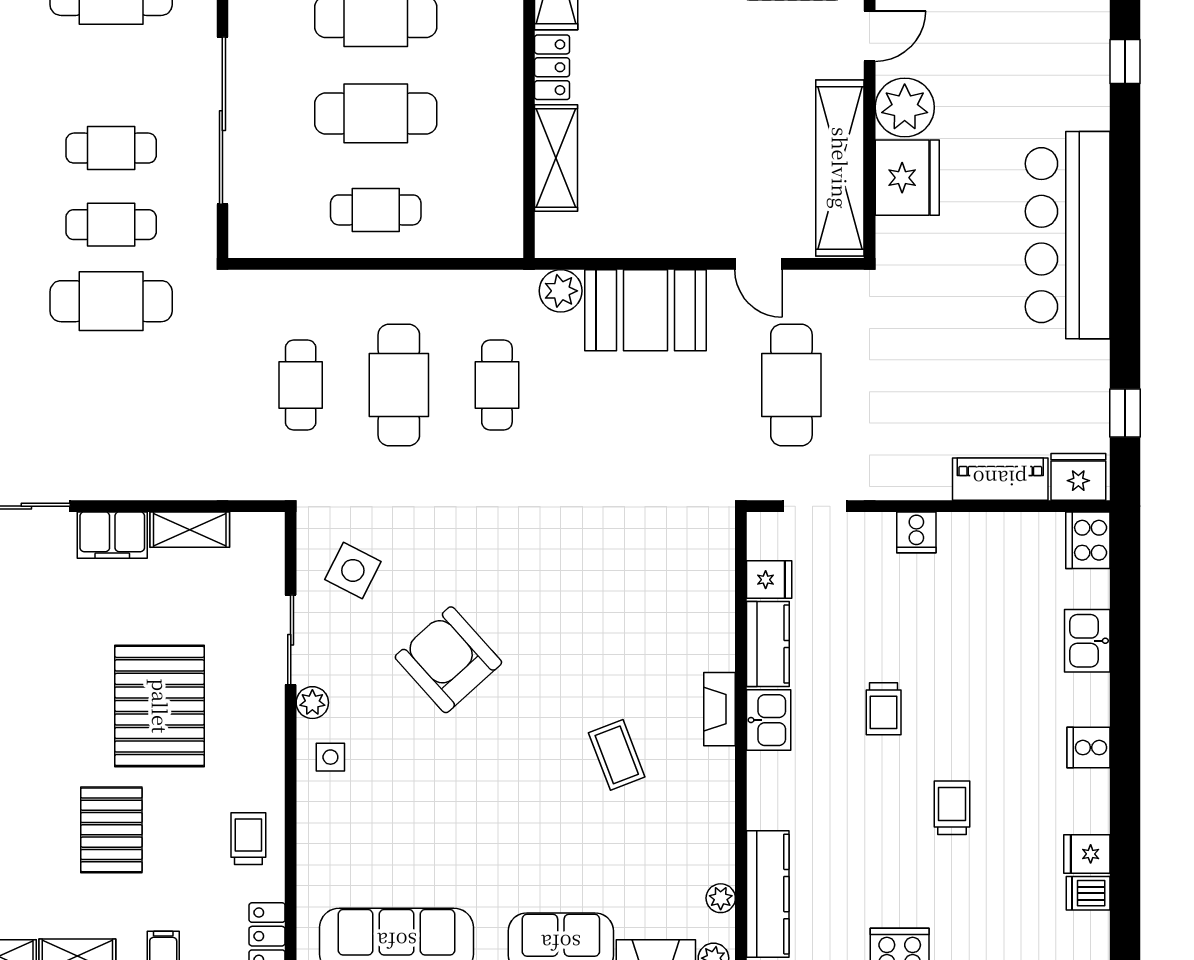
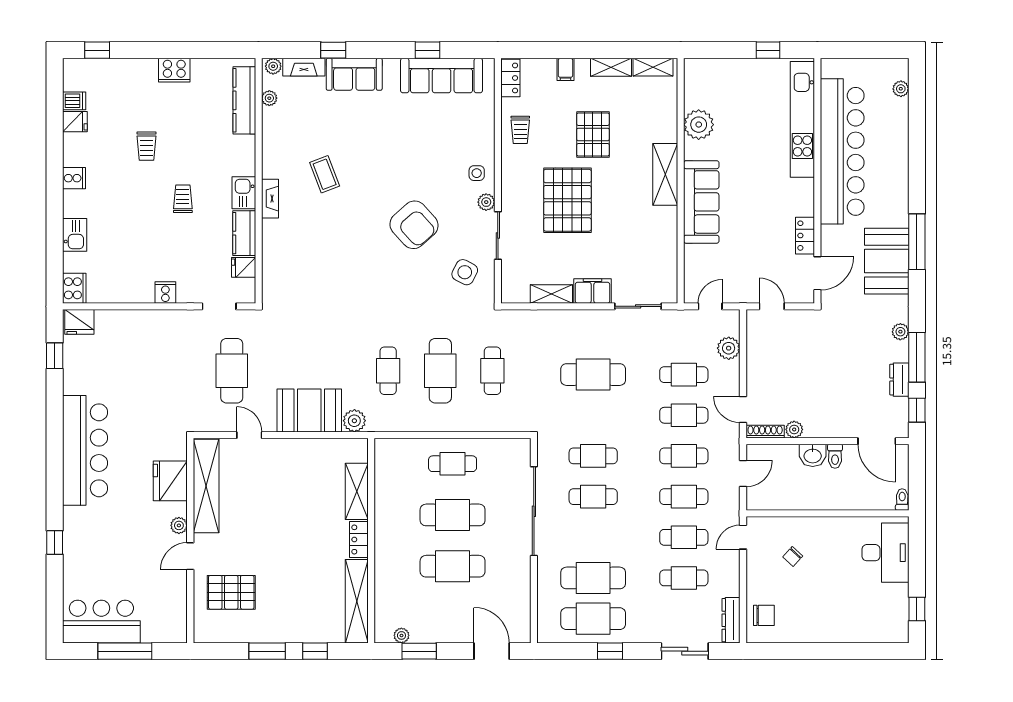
plant: (905, 107) -> (179, 525), width x0.53, depth x0.53
cafe table: (111, 301) -> (593, 375), moved
piano: (1000, 479) -> (121, 321), removed

